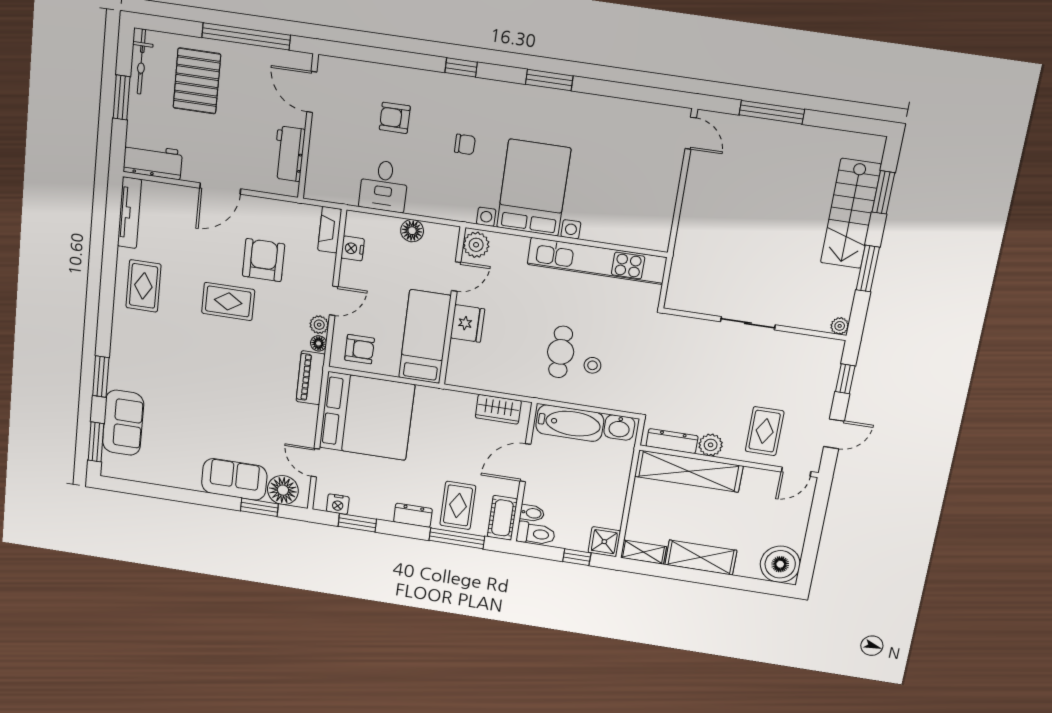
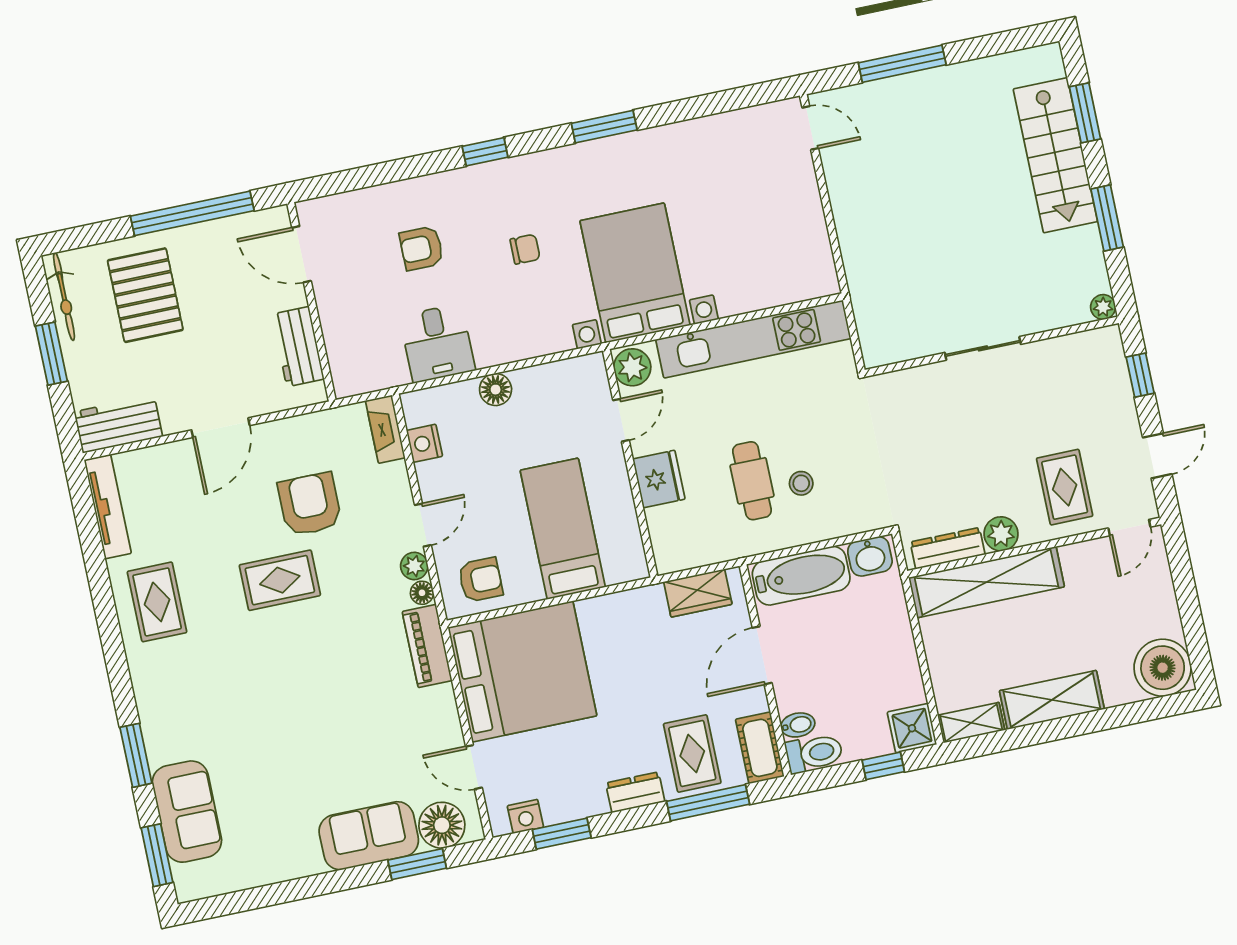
plant: (476, 245) -> (632, 367), moved
door: (456, 276) -> (621, 420), moved
wall: (452, 306) -> (630, 463), moved
fridge: (467, 323) -> (659, 479), moved

